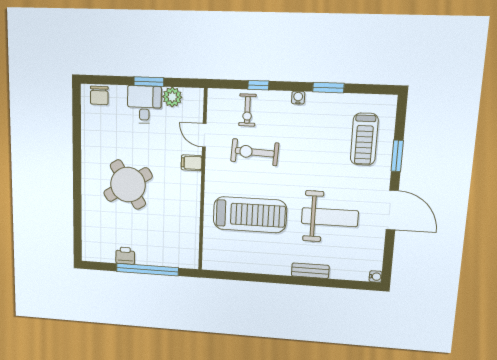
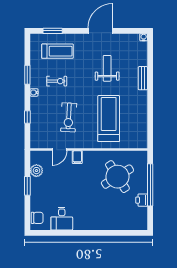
desk: (144, 105) -> (62, 219), moved, turned -90
exercise bike: (247, 110) -> (57, 81), moved
window: (397, 156) -> (53, 31), moved
round table: (128, 185) -> (117, 177), moved
weight bench: (330, 217) -> (107, 68), width x0.73, depth x0.75

